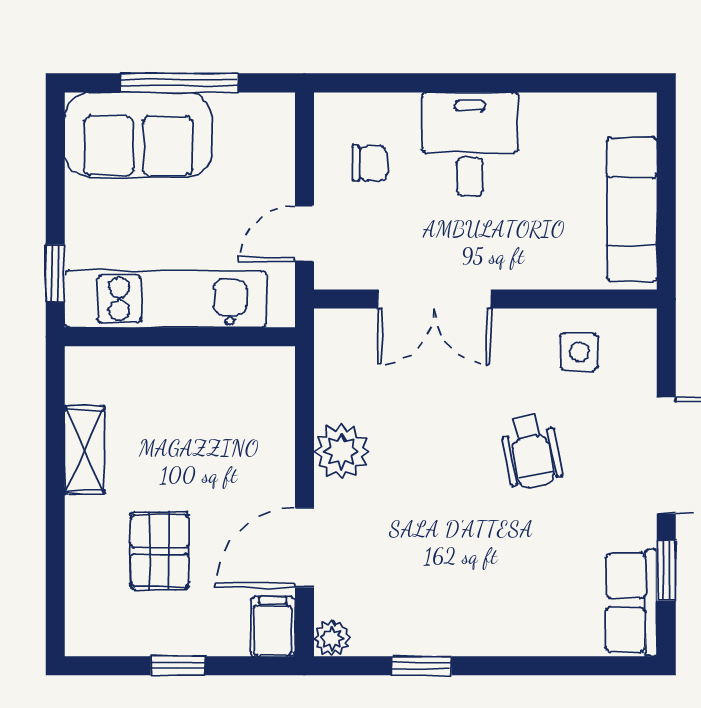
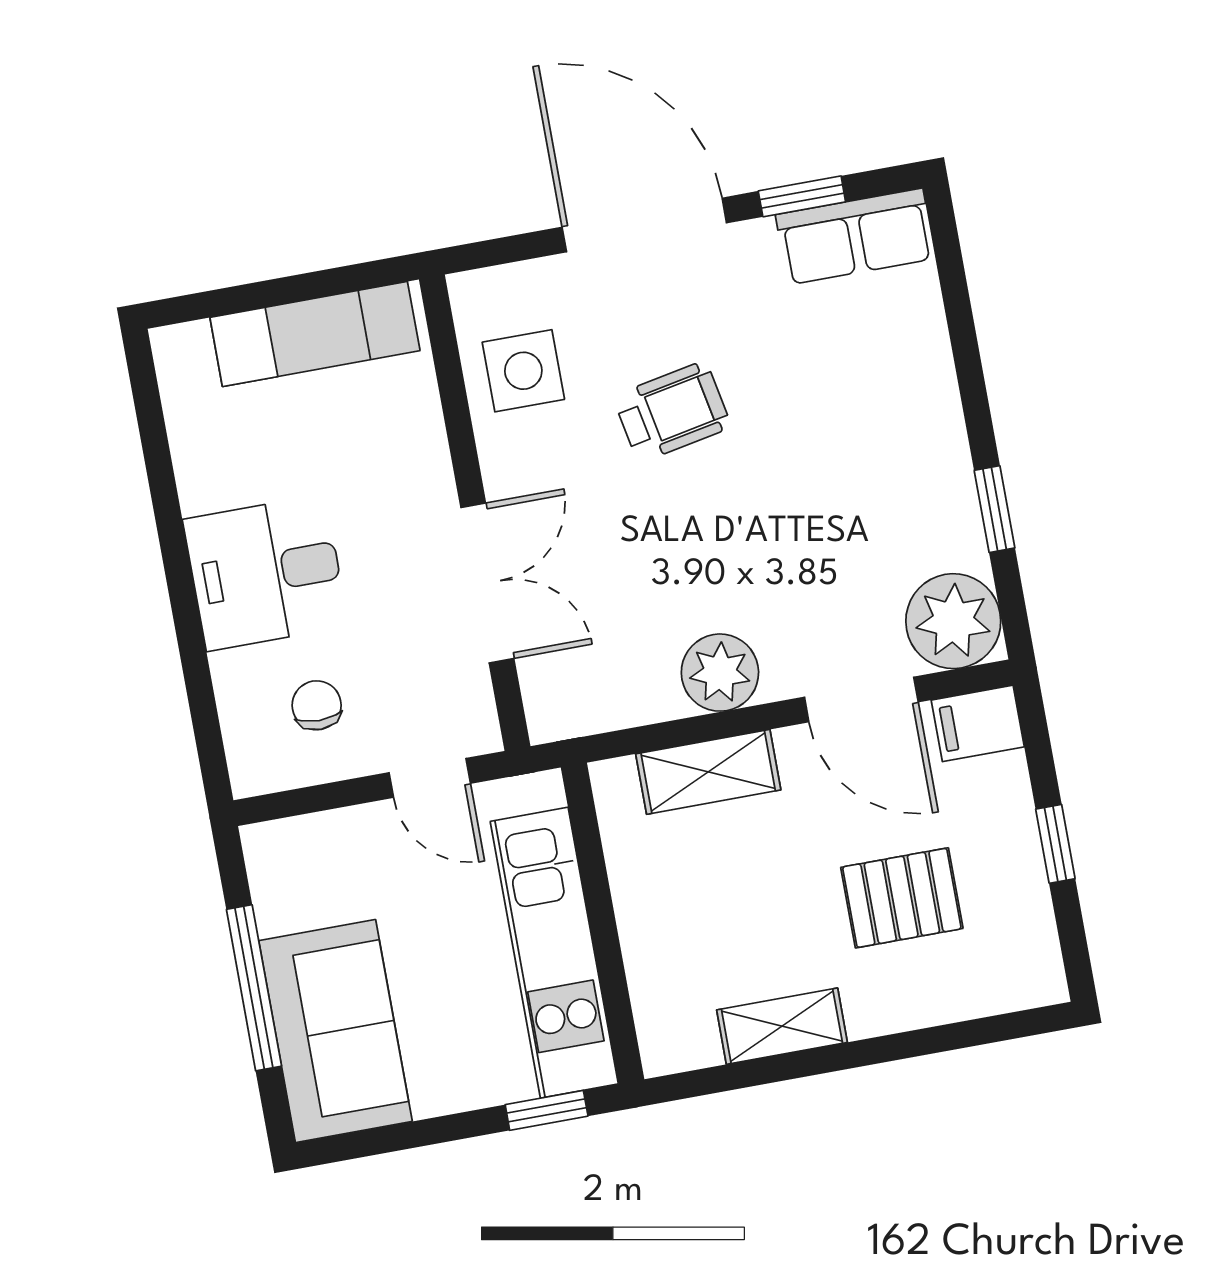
side table: (579, 352) -> (523, 371), width x1.37, depth x1.37
shelving: (273, 430) -> (708, 772), added
plant: (332, 638) -> (953, 621), width x1.88, depth x1.88

